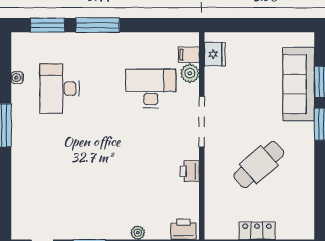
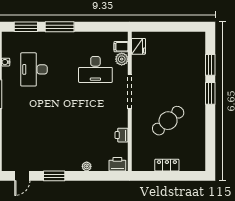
sofa: (299, 84) -> (195, 66), removed
desk: (151, 89) -> (95, 69), turned 180
printer: (190, 171) -> (122, 135), moved

